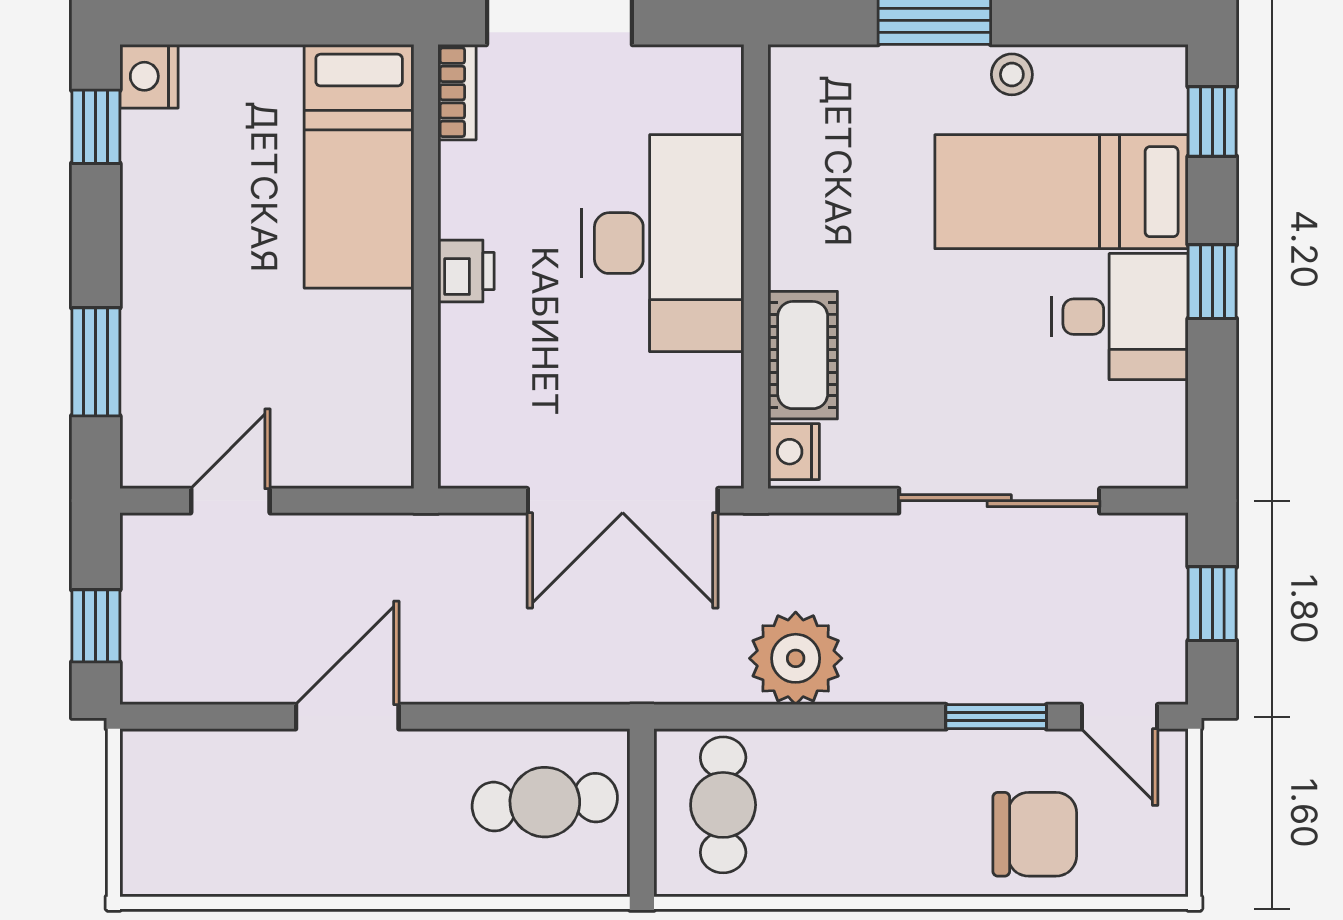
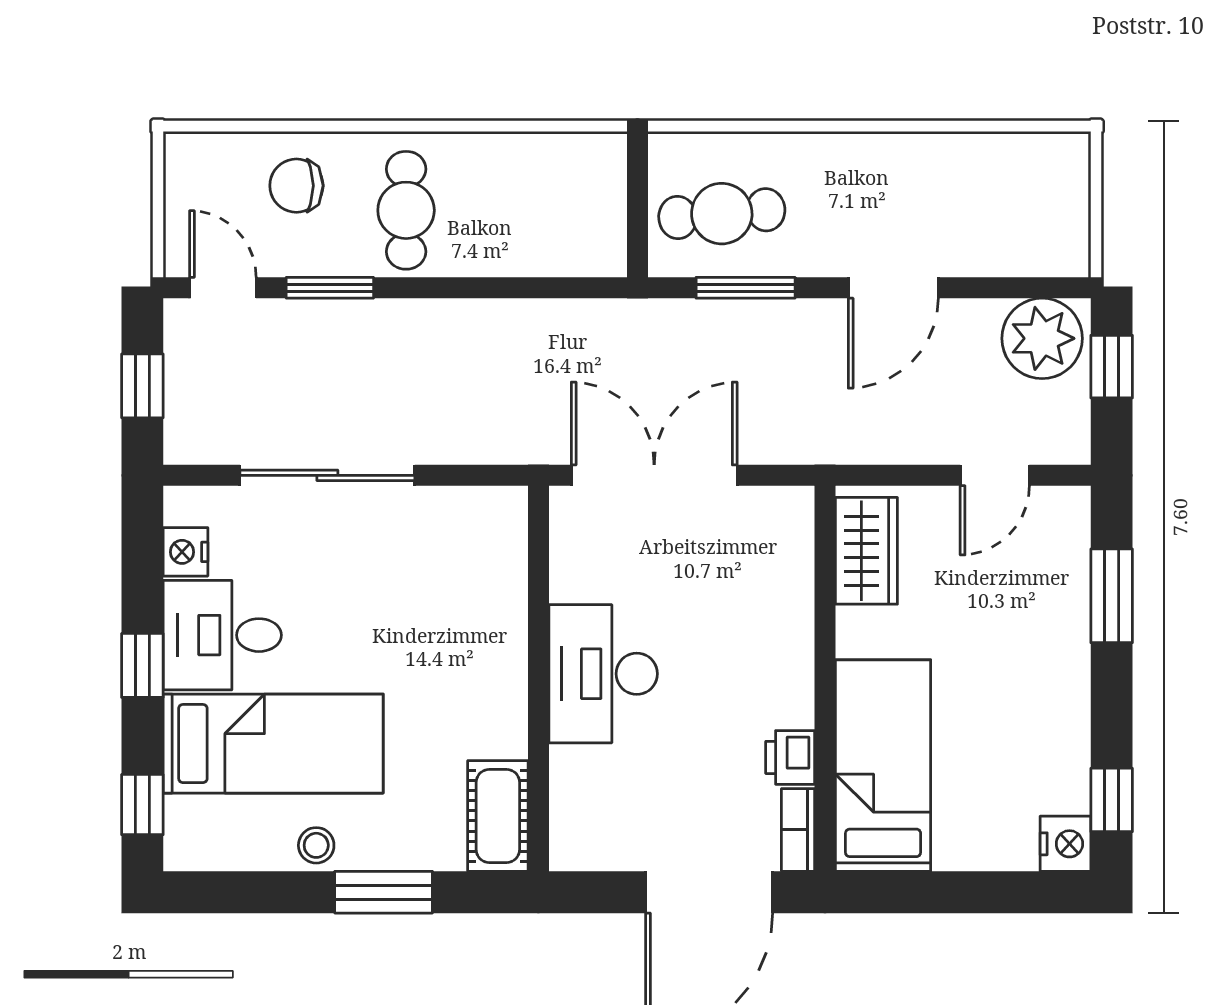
desk: (663, 243) -> (603, 674), width x0.73, depth x0.77
printer: (466, 271) -> (790, 757), moved
cot: (803, 355) -> (498, 816), moved
wardrobe: (378, 414) -> (866, 551), added
nightstand: (794, 452) -> (186, 552), moved, turned 180
plant: (796, 658) -> (1042, 338), moved
window: (517, 717) -> (746, 288), added
cafe table: (723, 805) -> (406, 210), moved
chair: (1035, 834) -> (296, 186), width x0.73, depth x0.73

